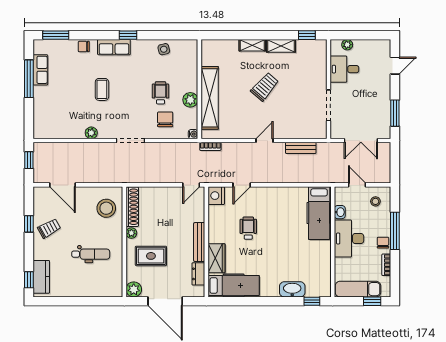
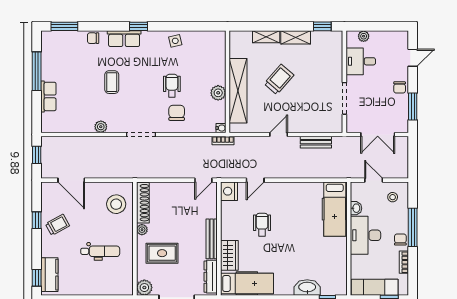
row of seats: (40, 70) -> (48, 96), moved
wall: (199, 89) -> (228, 82), moved
chair: (382, 95) -> (400, 87), added
shelving: (210, 98) -> (238, 91), moved
plant: (190, 100) -> (218, 93), moved
water cooler: (193, 134) -> (221, 128), moved
dresser: (198, 274) -> (211, 277), width x1.44

